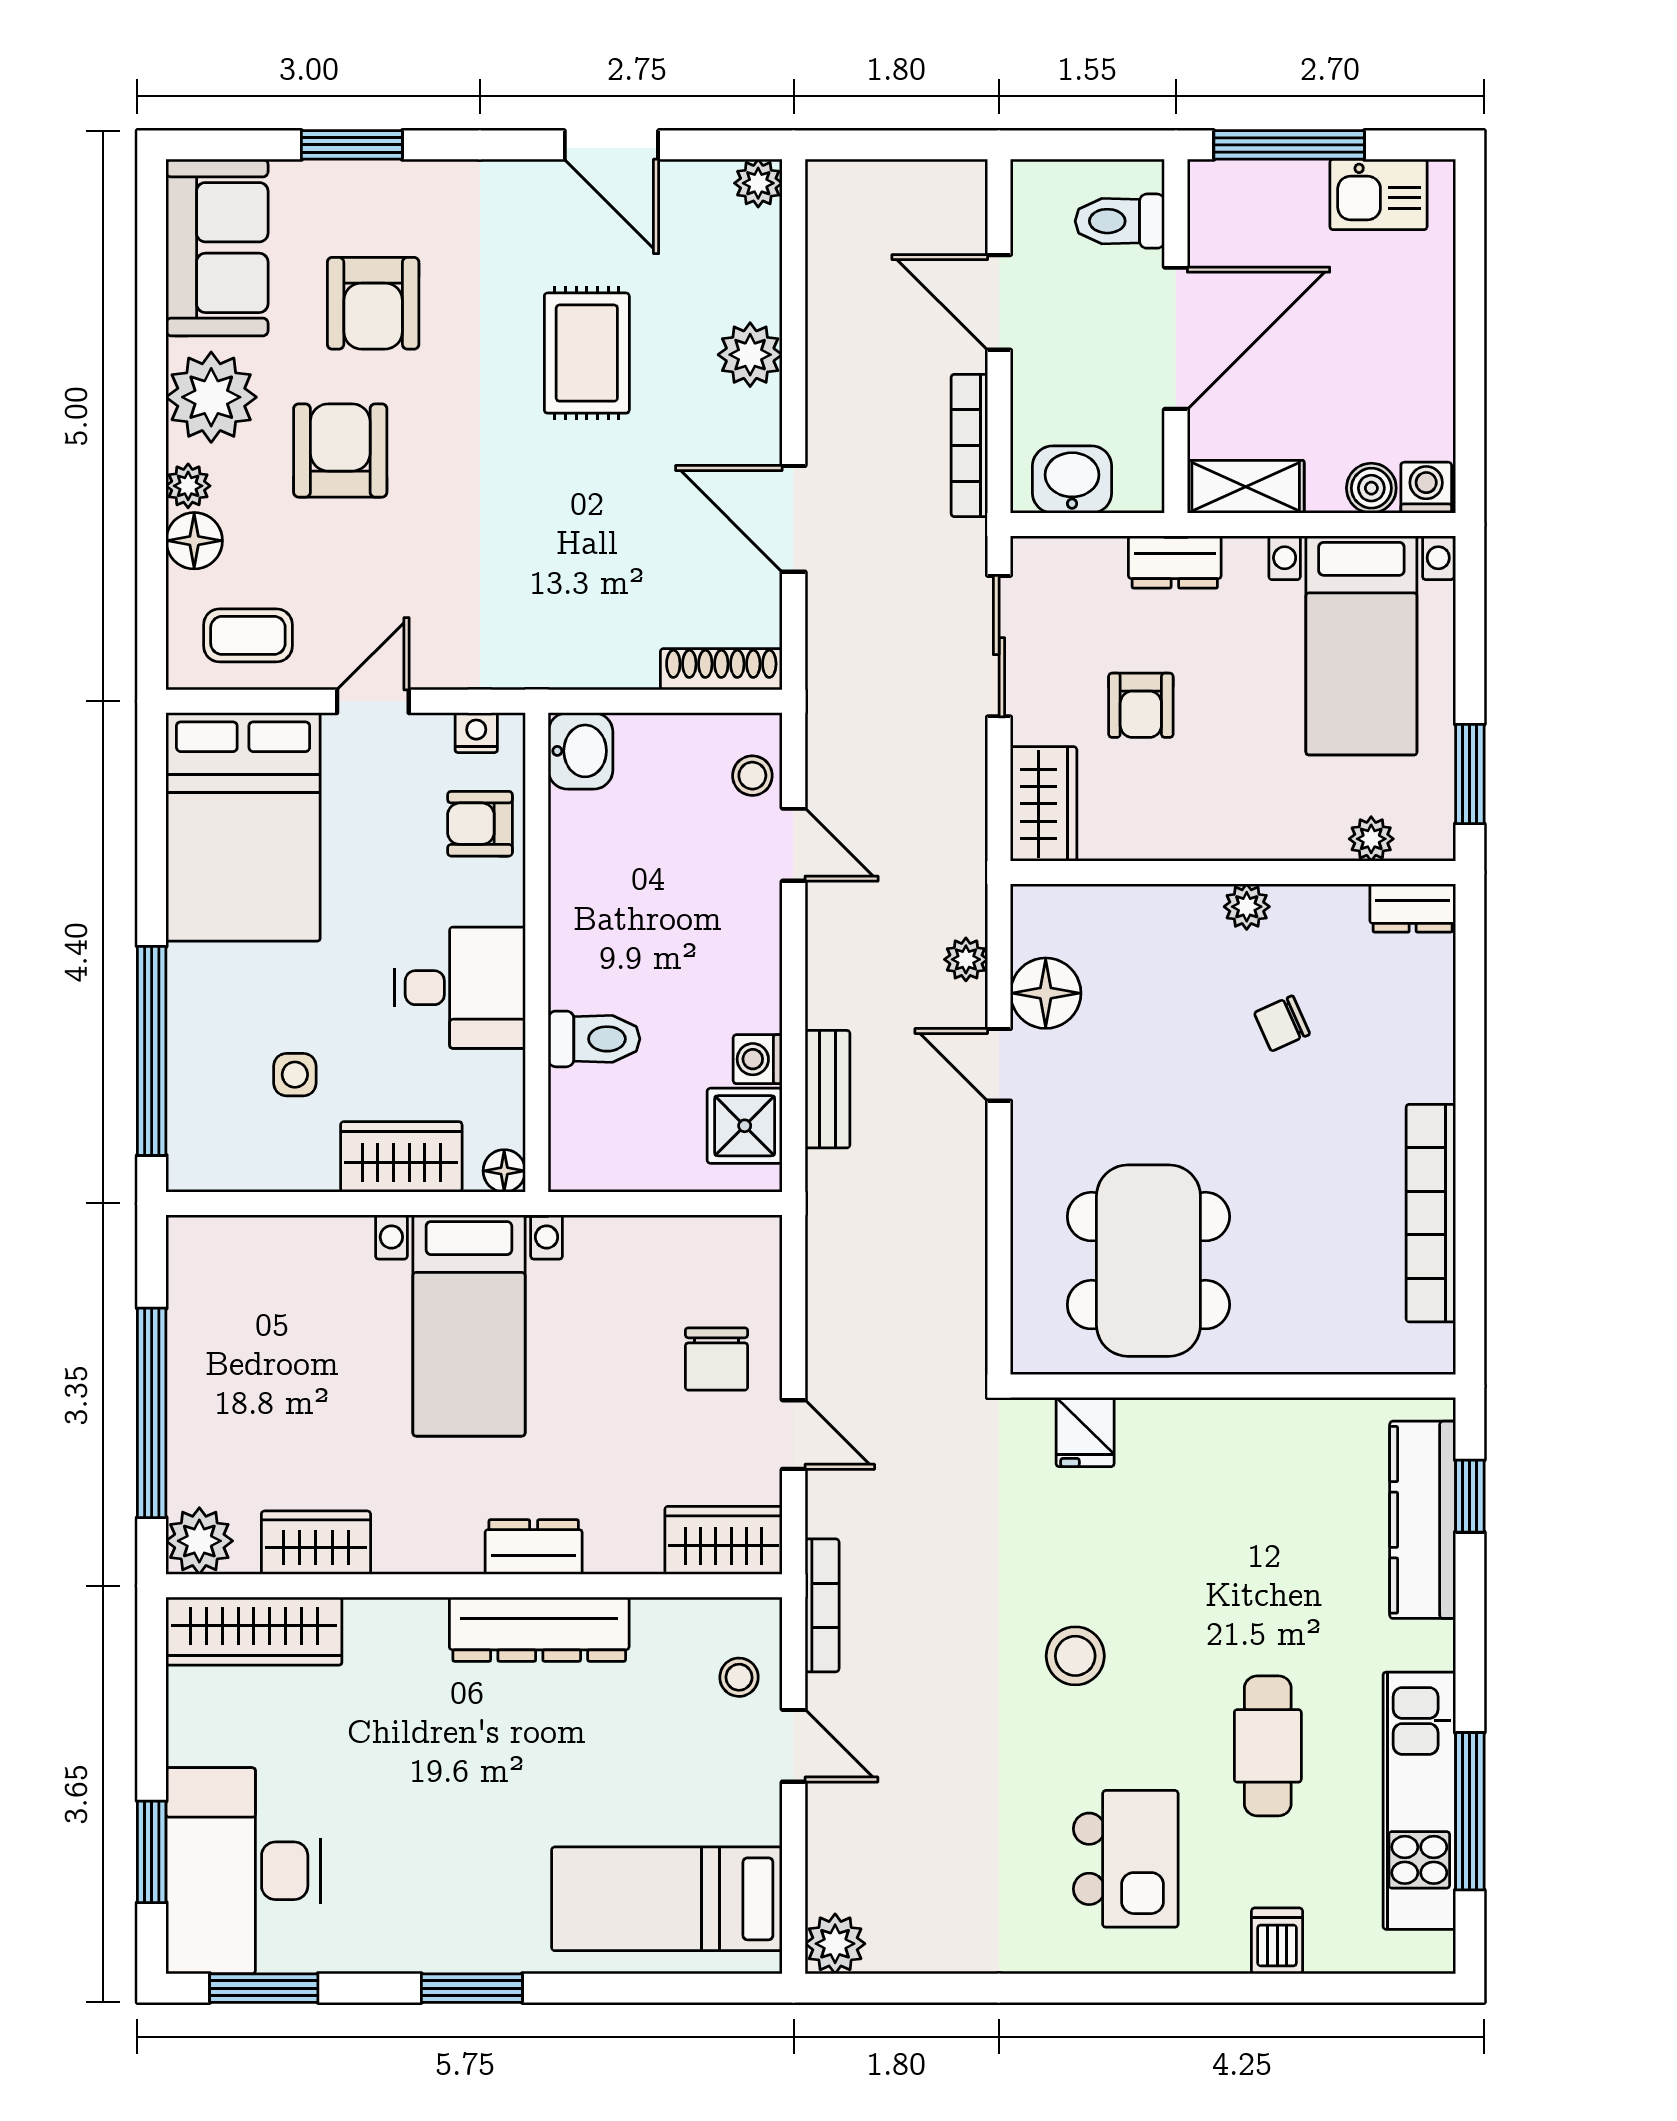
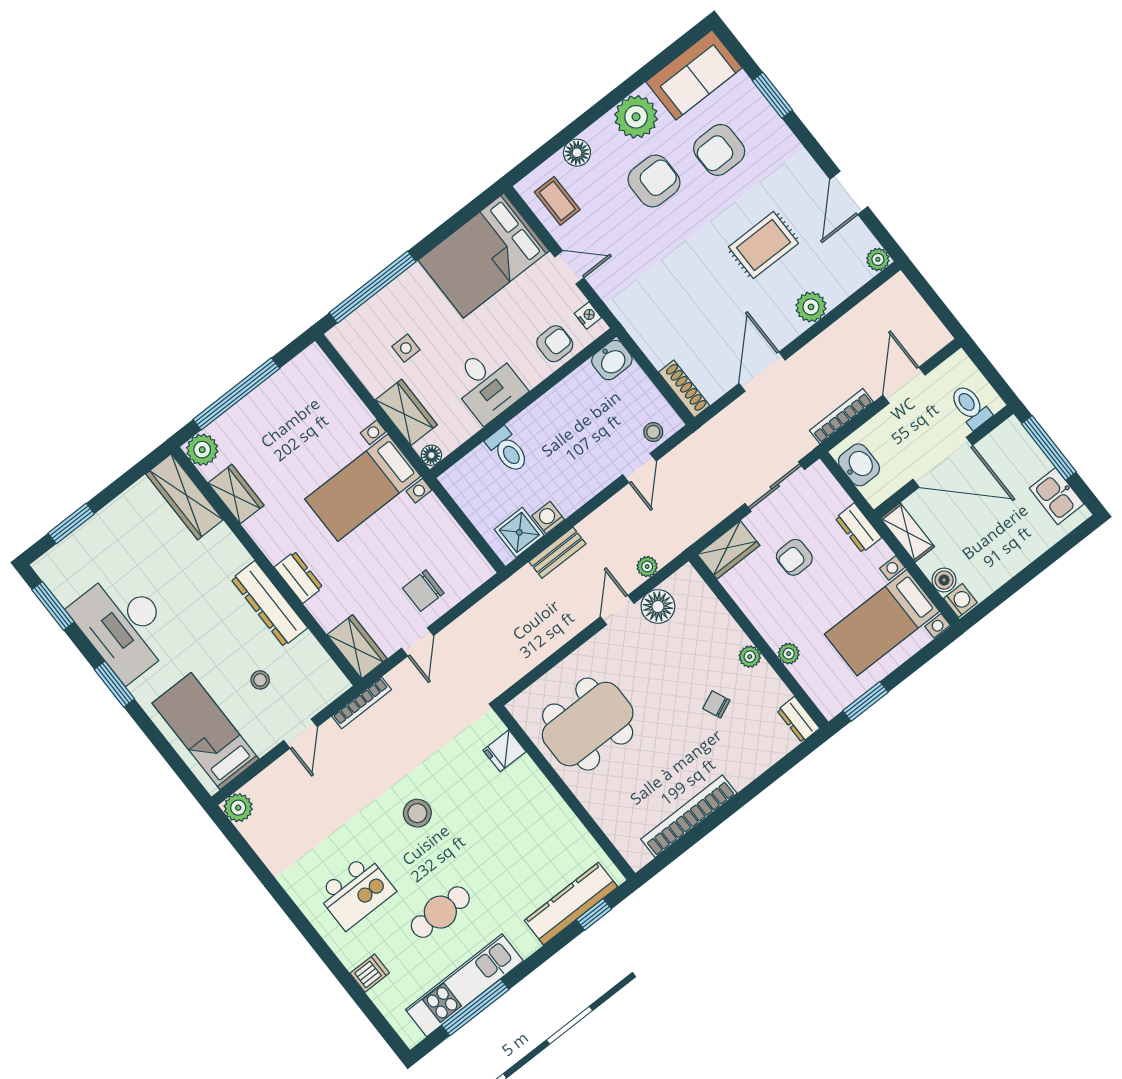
plant: (188, 486) -> (596, 134), removed
armchair: (480, 824) -> (555, 344), turned 90
plant: (1371, 839) -> (789, 654), moved
stool: (739, 1677) -> (260, 680), moved
desk: (243, 1871) -> (124, 625), moved, turned -90

